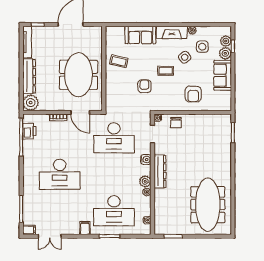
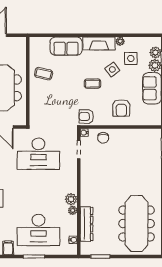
armchair: (144, 86) -> (86, 117), moved, turned -90
water cooler: (146, 160) -> (72, 176), removed
dresser: (160, 171) -> (87, 224), moved

